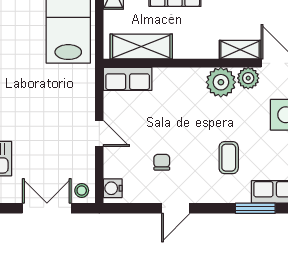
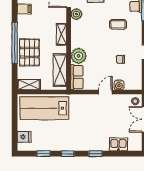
shelving: (240, 50) -> (62, 34), moved
plant: (221, 82) -> (79, 56), moved
water cooler: (113, 188) -> (119, 85), moved

